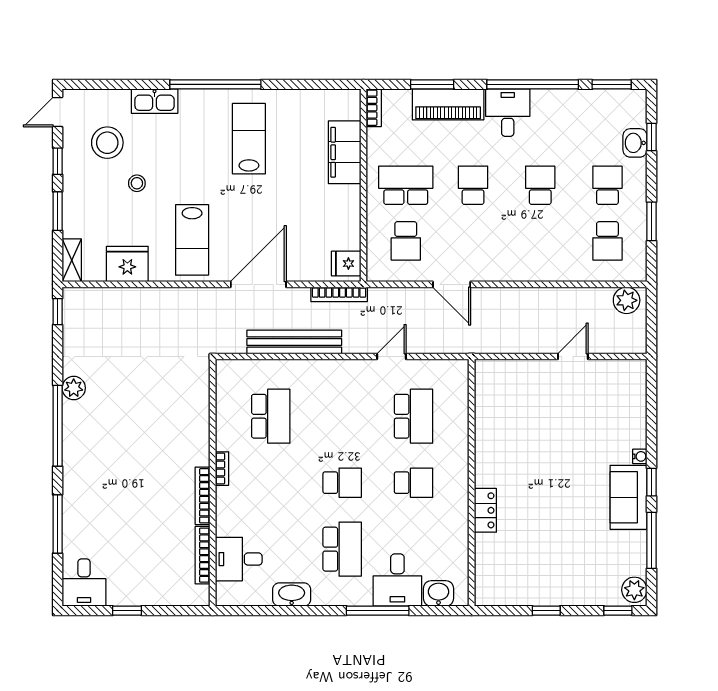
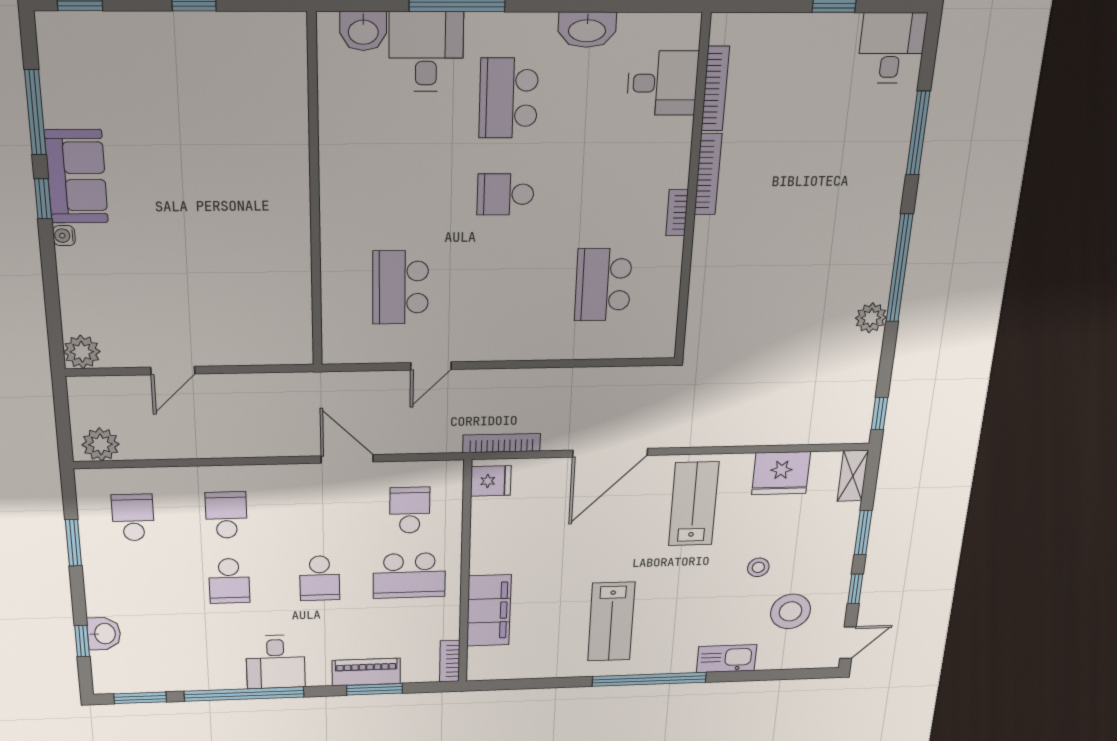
piano: (448, 104) -> (366, 672), width x0.73, depth x0.75
school desk: (607, 185) -> (226, 515), moved, turned 180
bench: (294, 342) -> (565, 382), removed
school desk: (413, 483) -> (401, 195), removed
locker: (485, 510) -> (293, 156), removed
plant: (634, 590) -> (82, 352), moved

